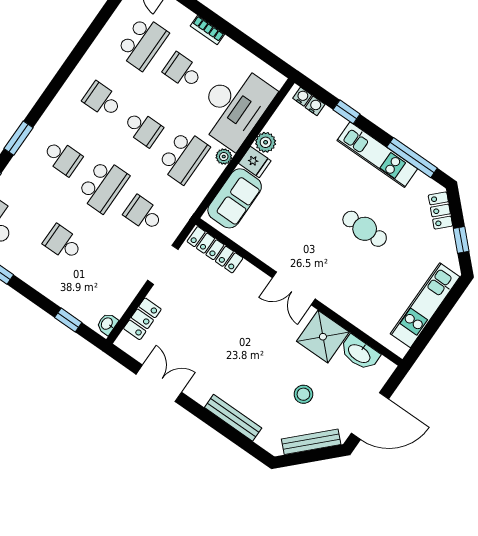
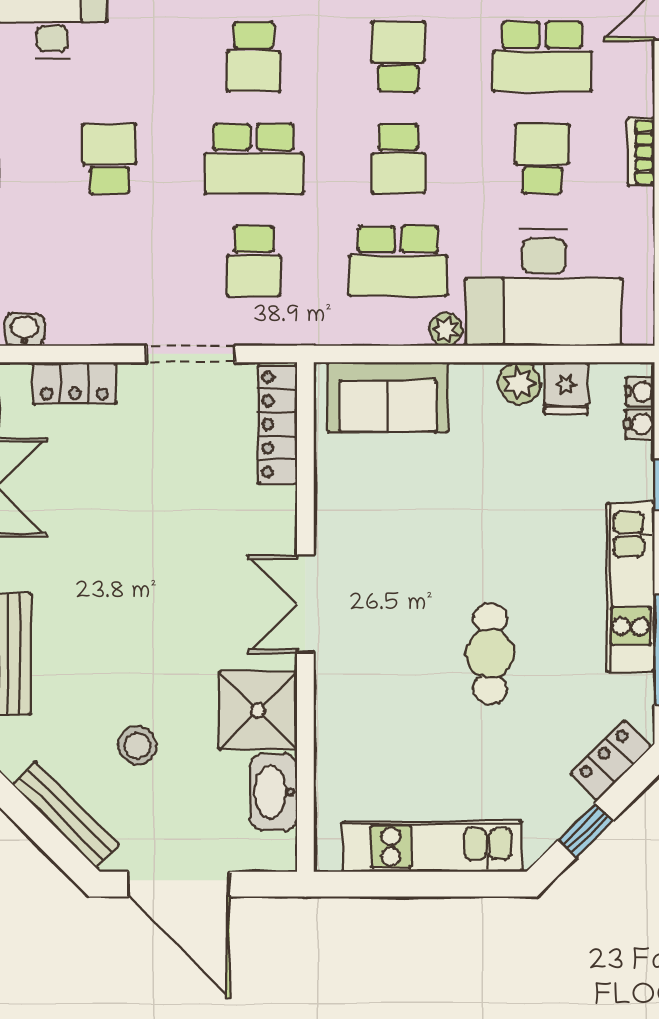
fridge: (255, 162) -> (566, 388), moved
school desk: (143, 214) -> (254, 261), turned 180

